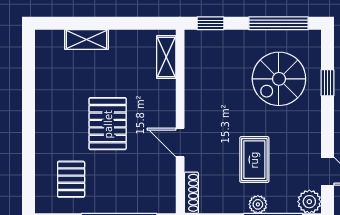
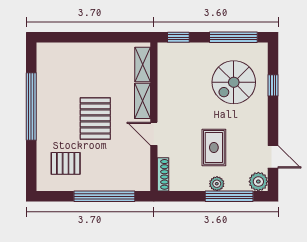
shelving: (87, 40) -> (142, 101), moved, turned 90
window: (29, 109) -> (31, 107), added
pallet: (71, 179) -> (66, 163), turned 90

